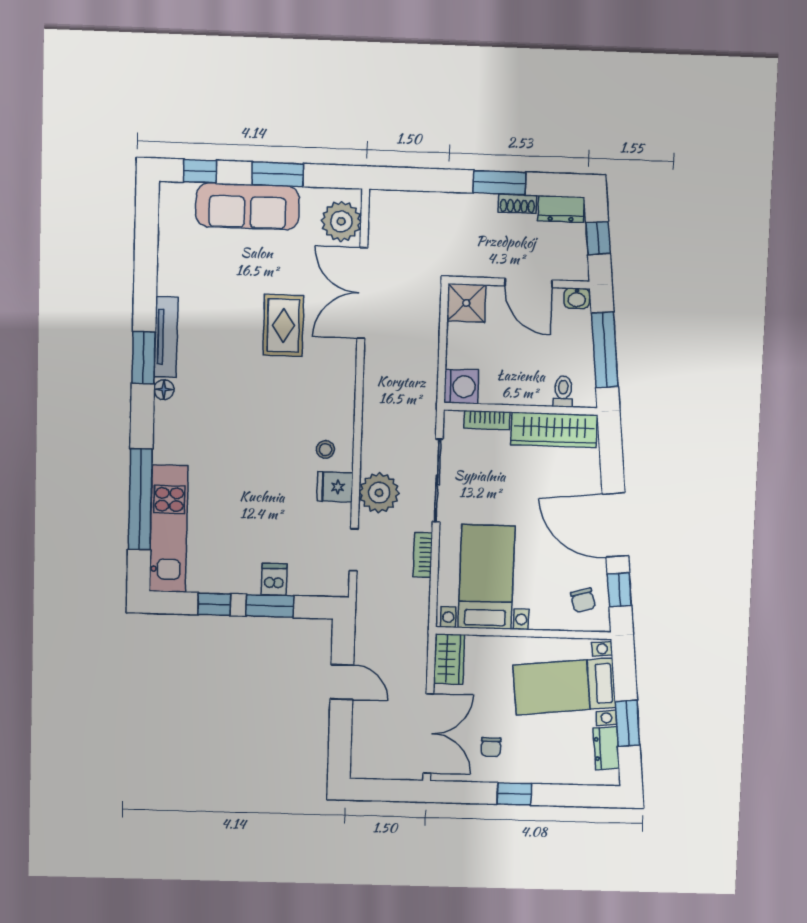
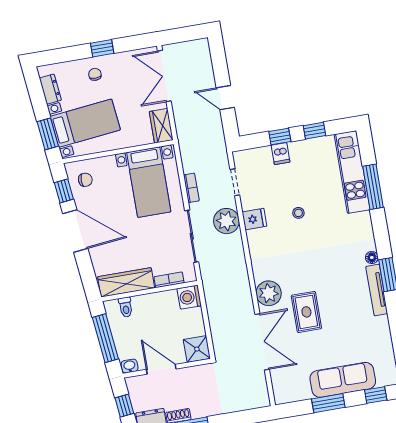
plant: (341, 221) -> (269, 293), moved
stool: (325, 449) -> (298, 213), moved
window: (140, 499) -> (373, 187), width x0.68
chair: (583, 600) -> (85, 180), turned 106
window: (270, 606) -> (280, 137), width x0.67
window: (627, 723) -> (48, 134), moved
chair: (491, 747) -> (95, 74), moved

